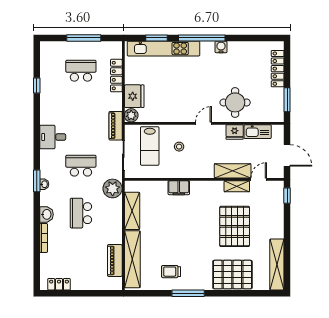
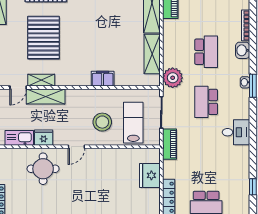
plant: (131, 115) -> (153, 155), removed
stool: (179, 147) -> (102, 122), width x1.89, depth x1.89
school desk: (81, 166) -> (206, 102), turned 90

